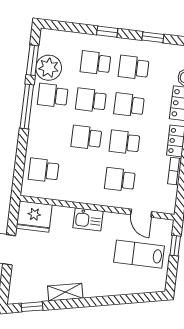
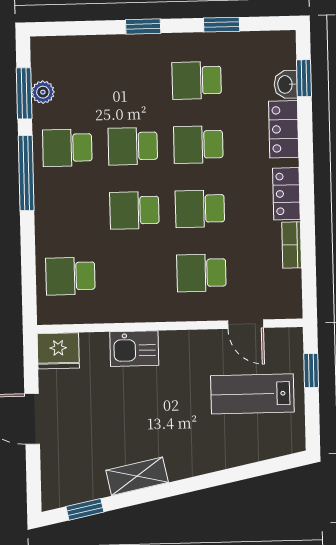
school desk: (96, 63) -> (131, 82), removed
plant: (49, 68) -> (43, 92), width x0.53, depth x0.53
fridge: (34, 216) -> (58, 351), width x0.73, depth x0.75
kitchen sink: (88, 219) -> (134, 349), moved

